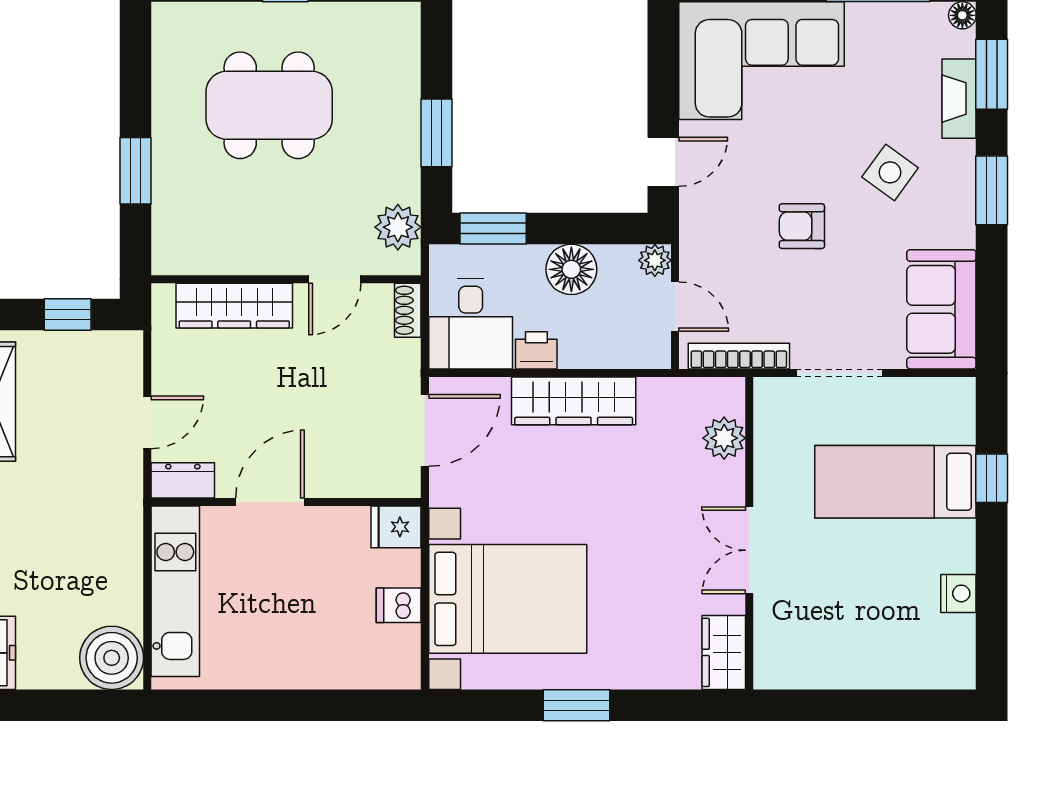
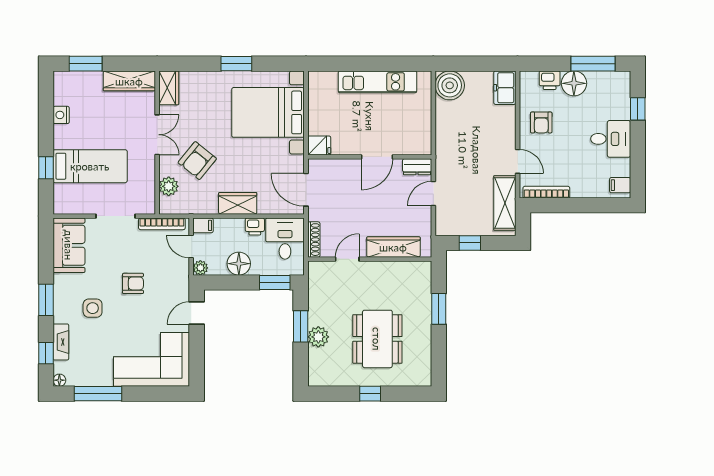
window: (992, 74) -> (46, 353), width x0.67
dining table: (269, 105) -> (377, 339), turned 90
side table: (890, 172) -> (93, 308), turned -36
plant: (398, 227) -> (318, 337), moved
shoe rack: (408, 310) -> (314, 240), width x1.43
filing cabinet: (649, 353) -> (203, 225), added
wardrobe: (574, 401) -> (238, 203), width x0.67
door: (425, 430) -> (306, 190), hinge flipped
armchair: (662, 494) -> (197, 161), added
kitchen unit: (175, 591) -> (378, 82), moved, turned -90
dishwasher: (399, 605) -> (318, 110), removed
wardrobe: (810, 668) -> (129, 81), added
window: (905, 705) -> (86, 64), added

